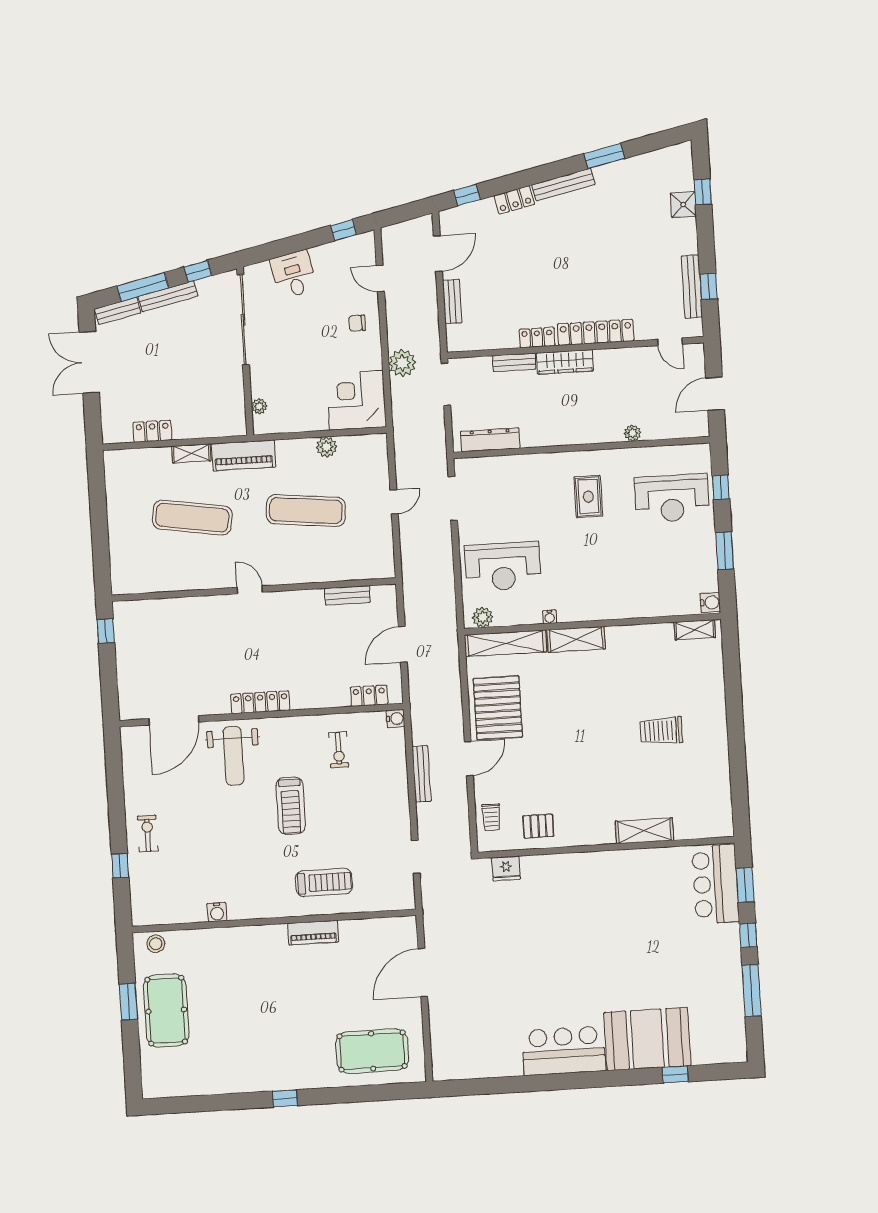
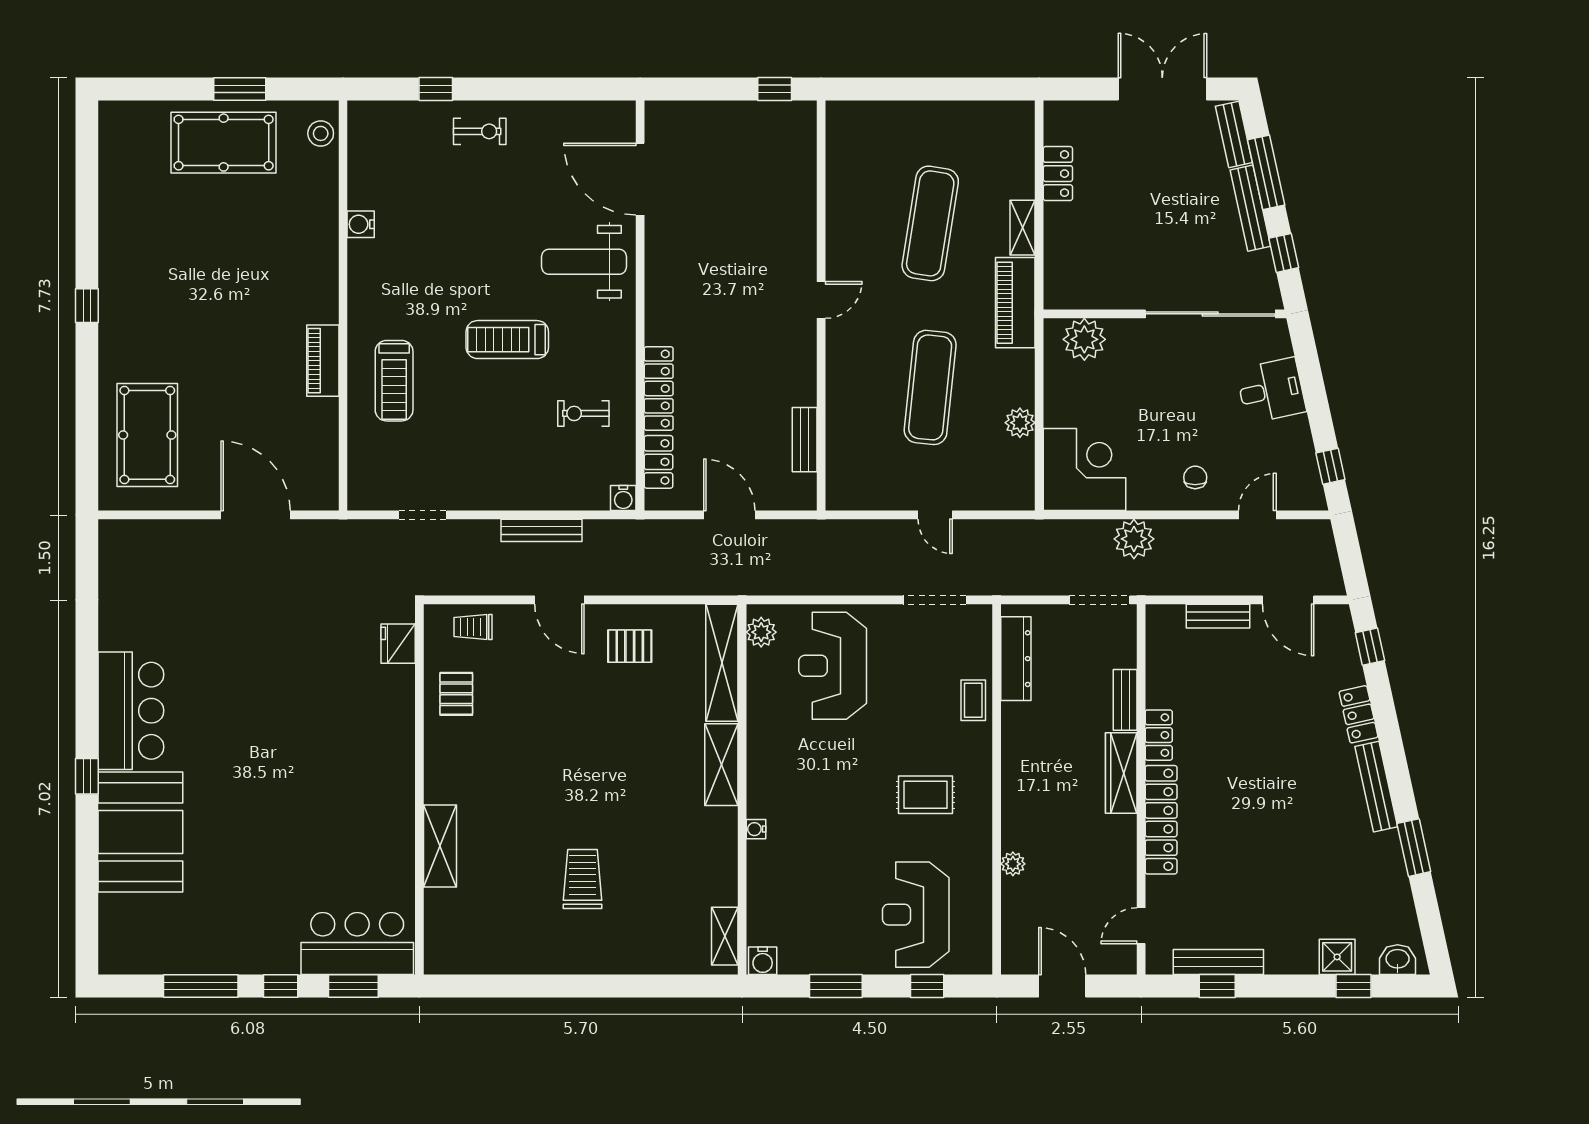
washbasin: (683, 163) -> (1398, 960), added
plant: (259, 406) -> (1084, 339), width x1.87, depth x1.87
coffee table: (521, 468) -> (973, 700), added
water cooler: (550, 617) -> (756, 829), moved
locker: (260, 702) -> (659, 389), moved
pallet: (498, 708) -> (630, 646), width x0.49, depth x0.50
window: (675, 1075) -> (87, 776), moved

